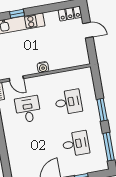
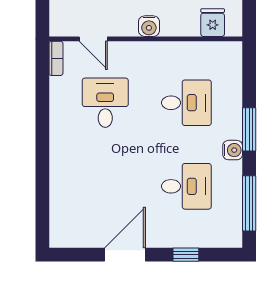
fridge: (74, 60) -> (213, 23), added
water cooler: (96, 122) -> (233, 150), added

